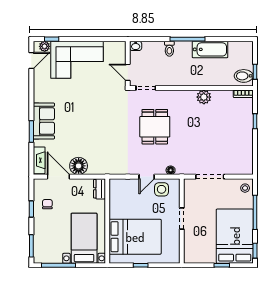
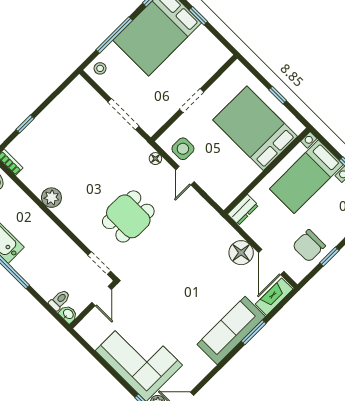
toilet: (169, 49) -> (59, 300), moved
sofa: (44, 121) -> (231, 330), width x1.36
door: (147, 177) -> (185, 176), swing flipped
chair: (47, 204) -> (309, 246), width x1.87, depth x1.87

